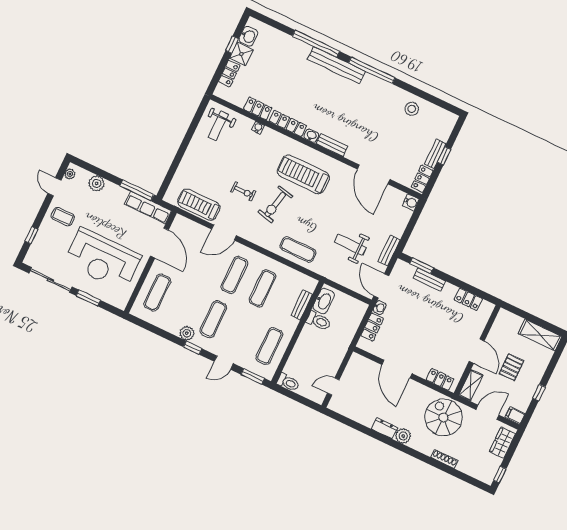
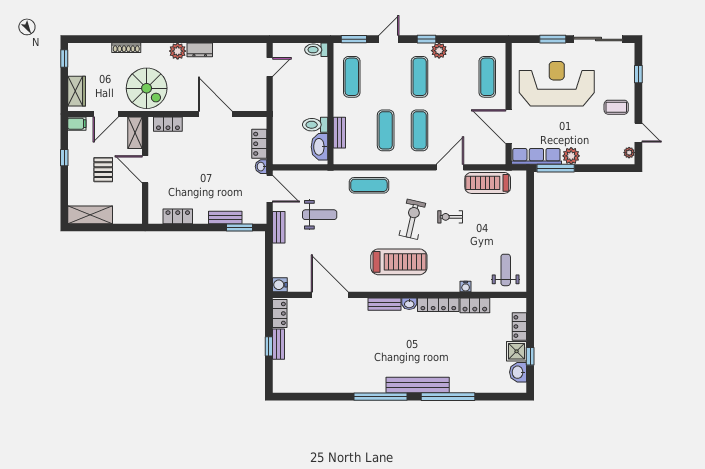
stool: (412, 109) -> (323, 377), removed
plant: (97, 183) -> (571, 156), moved
treadmill: (199, 205) -> (488, 183), turned 180

